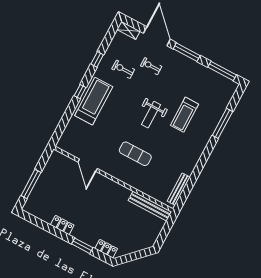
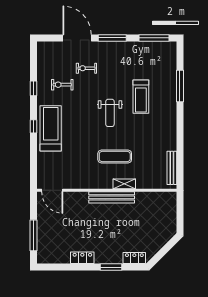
shelving: (128, 30) -> (124, 184), moved
door: (88, 165) -> (52, 190), moved
bench: (150, 206) -> (112, 197), moved

